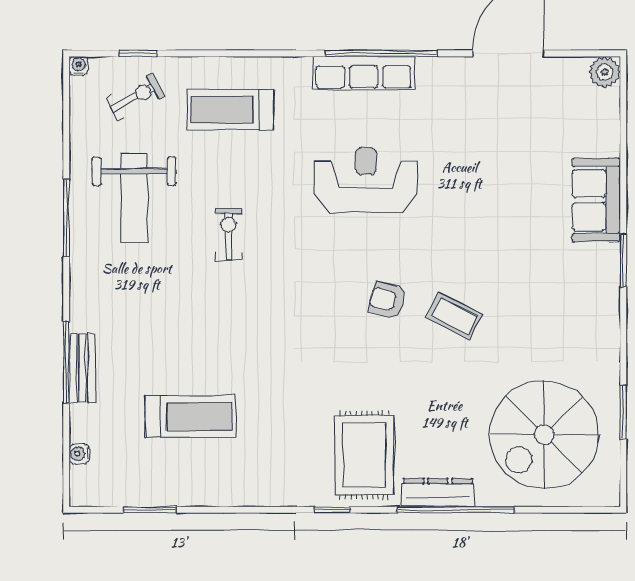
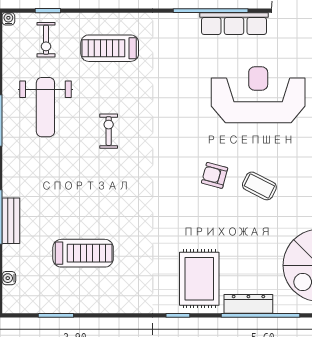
row of seats: (364, 73) -> (234, 24), moved
exercise bike: (135, 97) -> (46, 40), turned 118
reception desk: (366, 180) -> (258, 95), moved, width x1.36, depth x1.30

